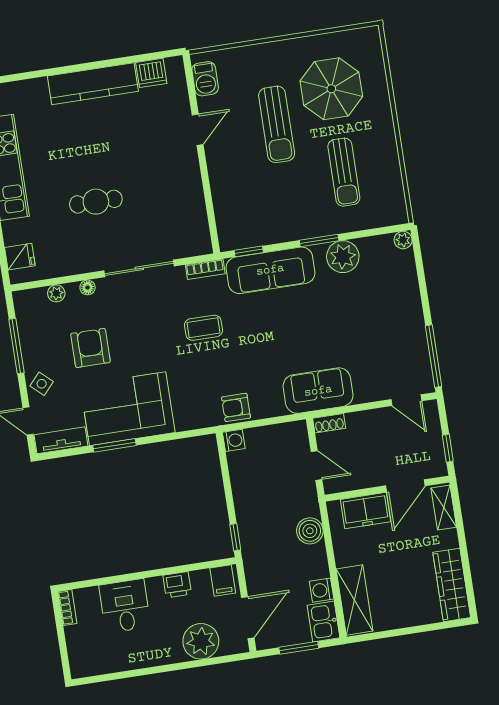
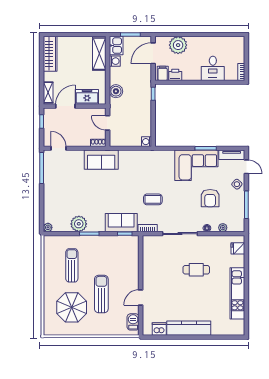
sofa: (270, 270) -> (121, 223), width x0.73
armchair: (236, 407) -> (143, 158), removed
printer: (177, 585) -> (175, 75), moved

